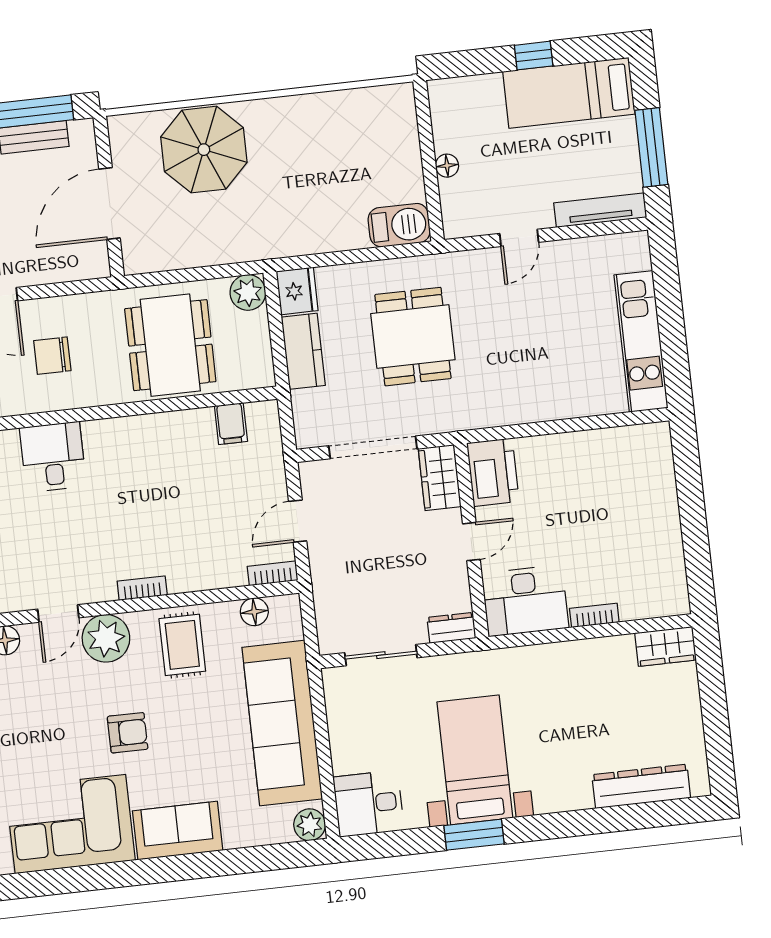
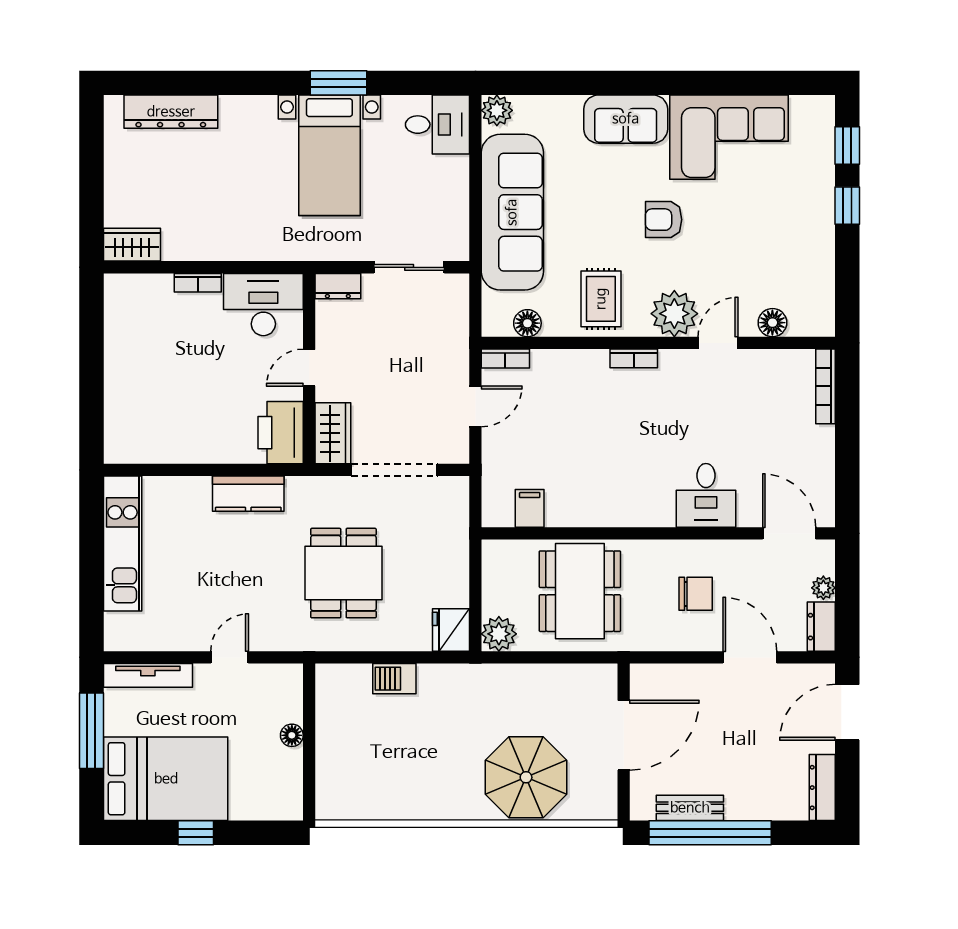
bed: (569, 93) -> (166, 779), width x1.50
barbecue: (399, 225) -> (394, 679), moved, width x0.73, depth x0.79
kitchen counter: (303, 351) -> (248, 494), moved, turned -90

